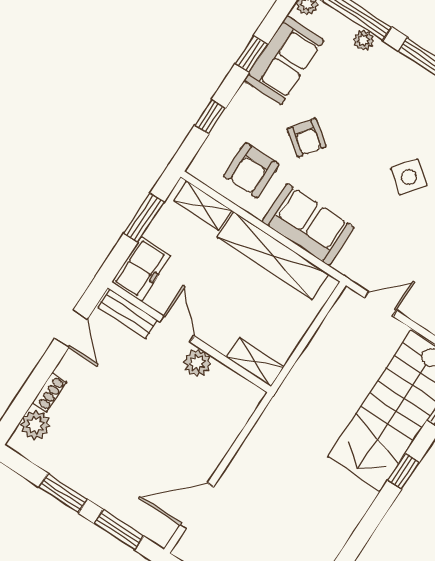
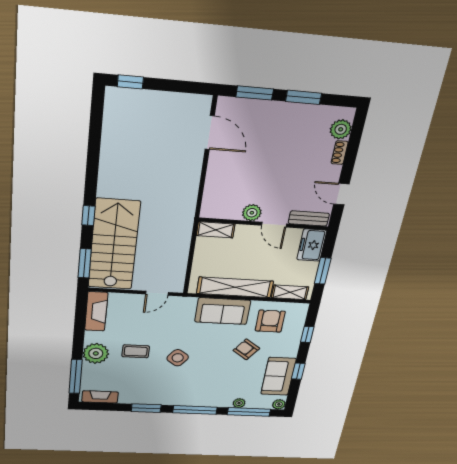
door: (197, 506) -> (210, 133), hinge flipped

